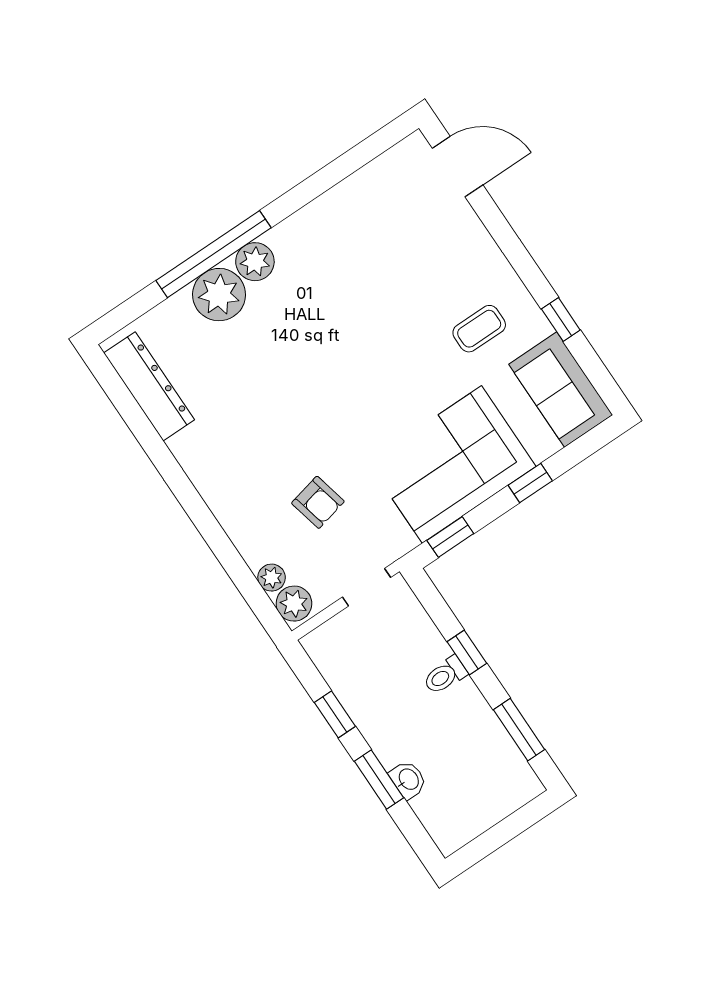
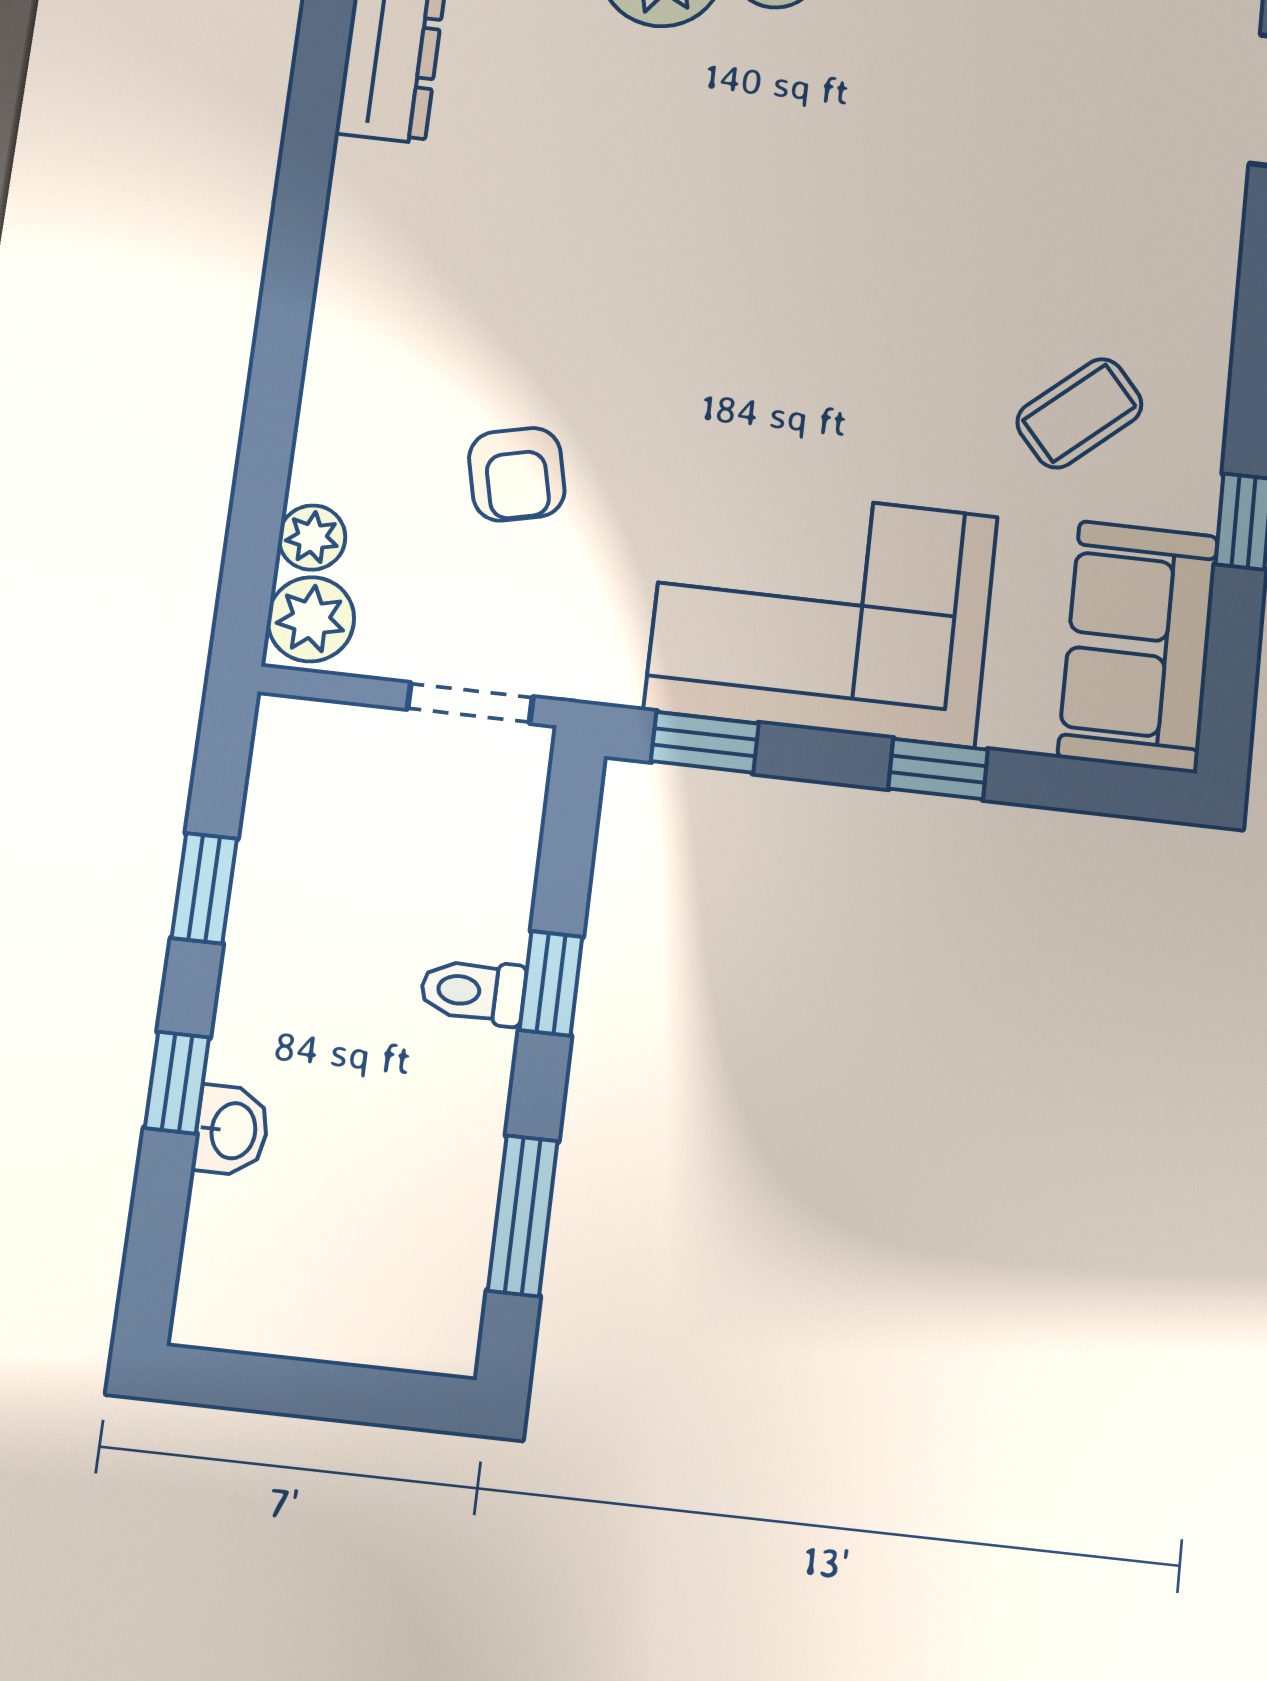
coffee table: (479, 329) -> (1079, 413), turned -41
window: (379, 780) -> (177, 1083), width x0.67

